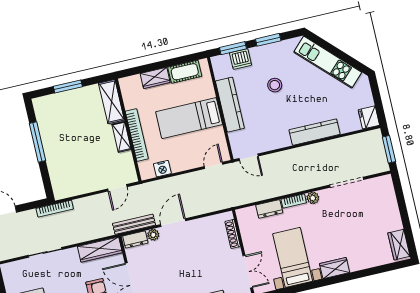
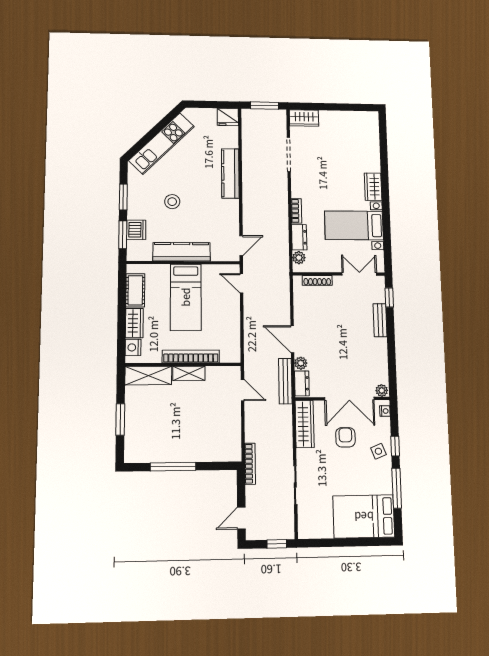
nightstand: (162, 169) -> (133, 347), moved, turned 180
plant: (313, 198) -> (299, 258), moved
wardrobe: (399, 245) -> (304, 118), moved

